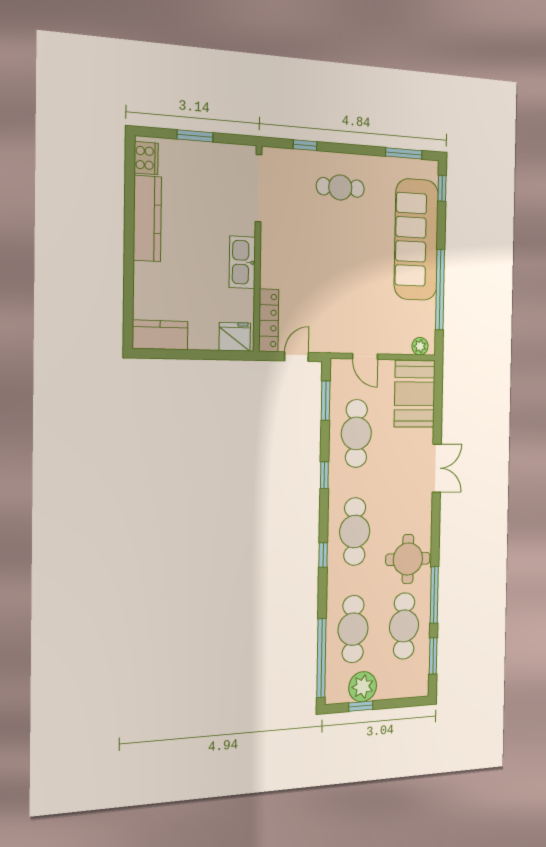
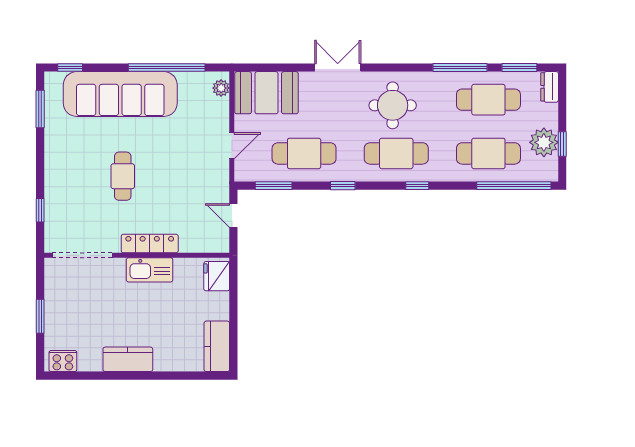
cafe table: (340, 187) -> (123, 176), moved
kitchen counter: (147, 219) -> (128, 359), width x0.67
locker: (269, 320) -> (150, 243), moved
round table: (408, 559) -> (393, 105), moved
dresser: (415, 689) -> (550, 87), added

